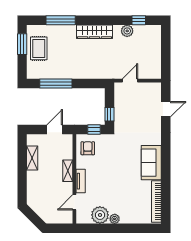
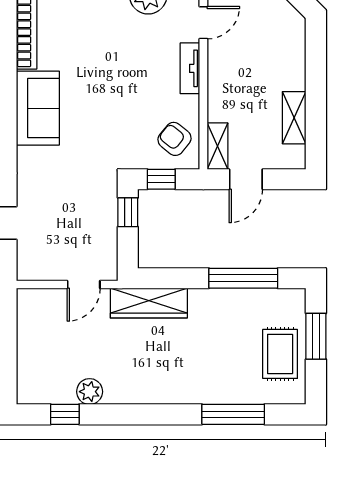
wardrobe: (94, 32) -> (149, 303), moved, turned 180
window: (22, 44) -> (316, 336), moved
armchair: (88, 148) -> (175, 139), turned 129
shelving: (68, 171) -> (217, 146), moved

